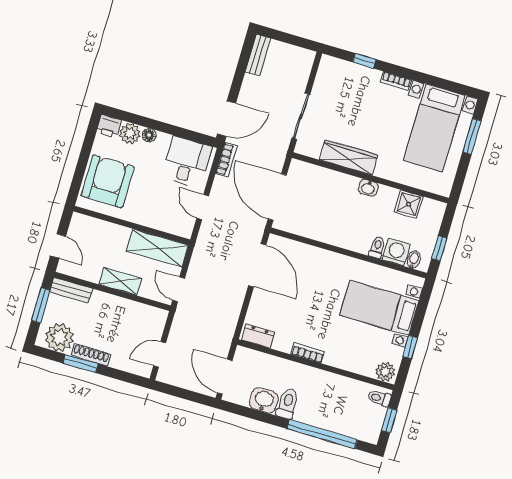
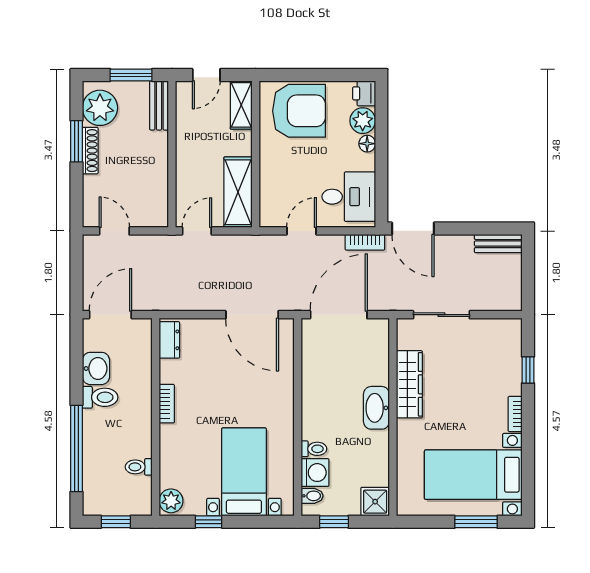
washbasin: (368, 188) -> (376, 408), width x1.91, depth x1.45
shower: (409, 204) -> (375, 502), moved
door: (257, 265) -> (252, 315), hinge flipped
shelving: (120, 281) -> (241, 105), moved
toilet: (379, 398) -> (139, 467), moved, turned -90

